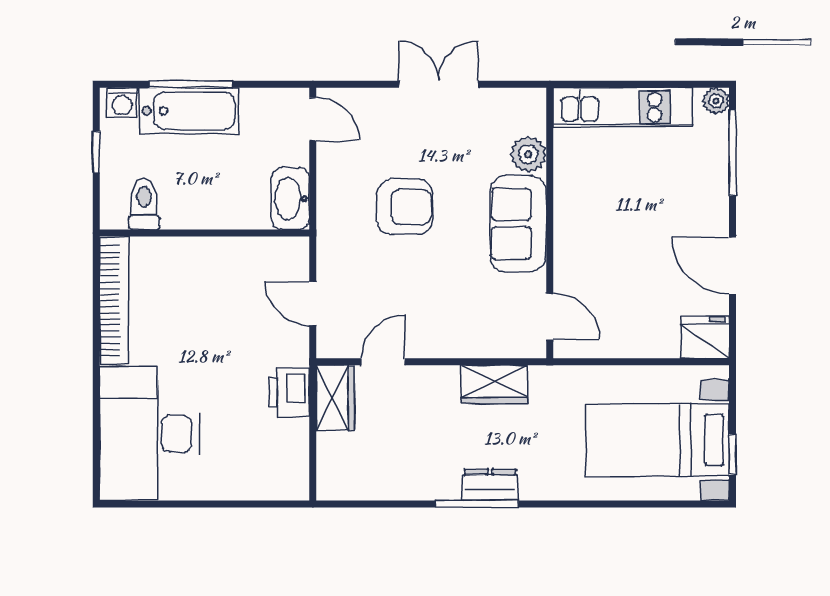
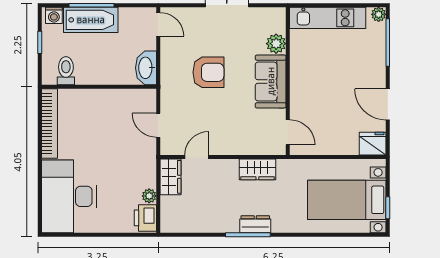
printer: (289, 393) -> (145, 218), moved
plant: (296, 433) -> (149, 196), added

